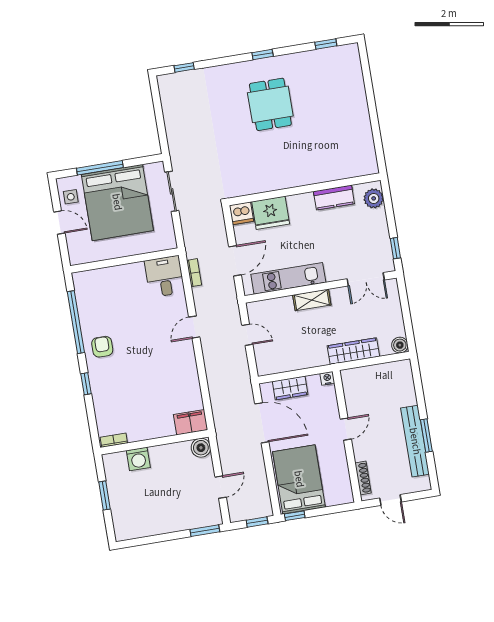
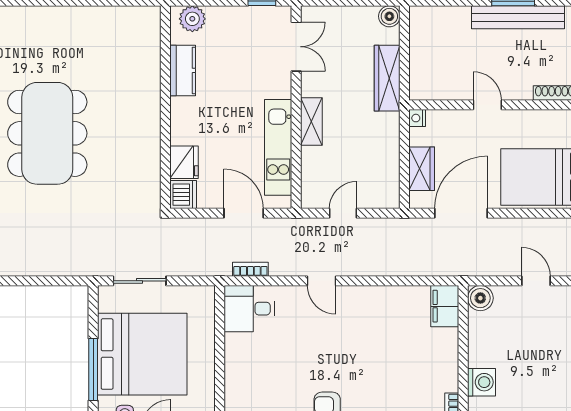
dining table: (270, 104) -> (47, 133), width x1.88, depth x1.24
fridge: (271, 213) -> (184, 162), width x0.73, depth x0.75

